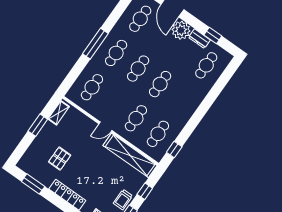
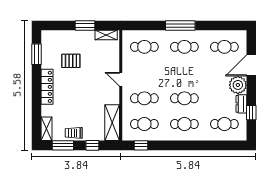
cafe table: (138, 69) -> (184, 124), moved
shelving: (130, 155) -> (112, 123), width x0.68

